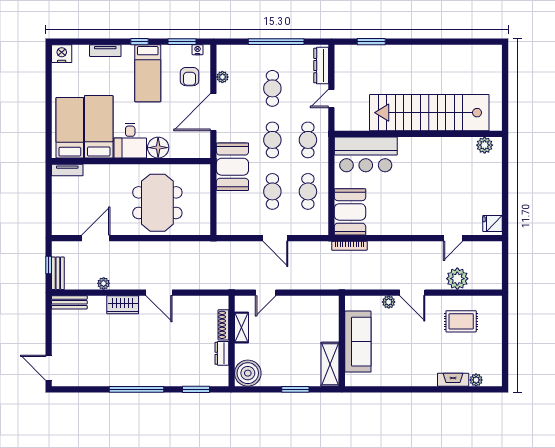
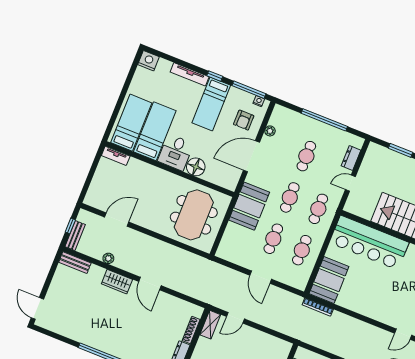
window: (182, 42) -> (249, 90), width x1.44
tv unit: (105, 51) -> (190, 74), width x1.41
dresser: (321, 66) -> (351, 158), width x0.70
bar counter: (366, 154) -> (369, 243), width x1.36
meeting table: (157, 203) -> (194, 215), moved
shelving: (242, 328) -> (210, 325), moved

